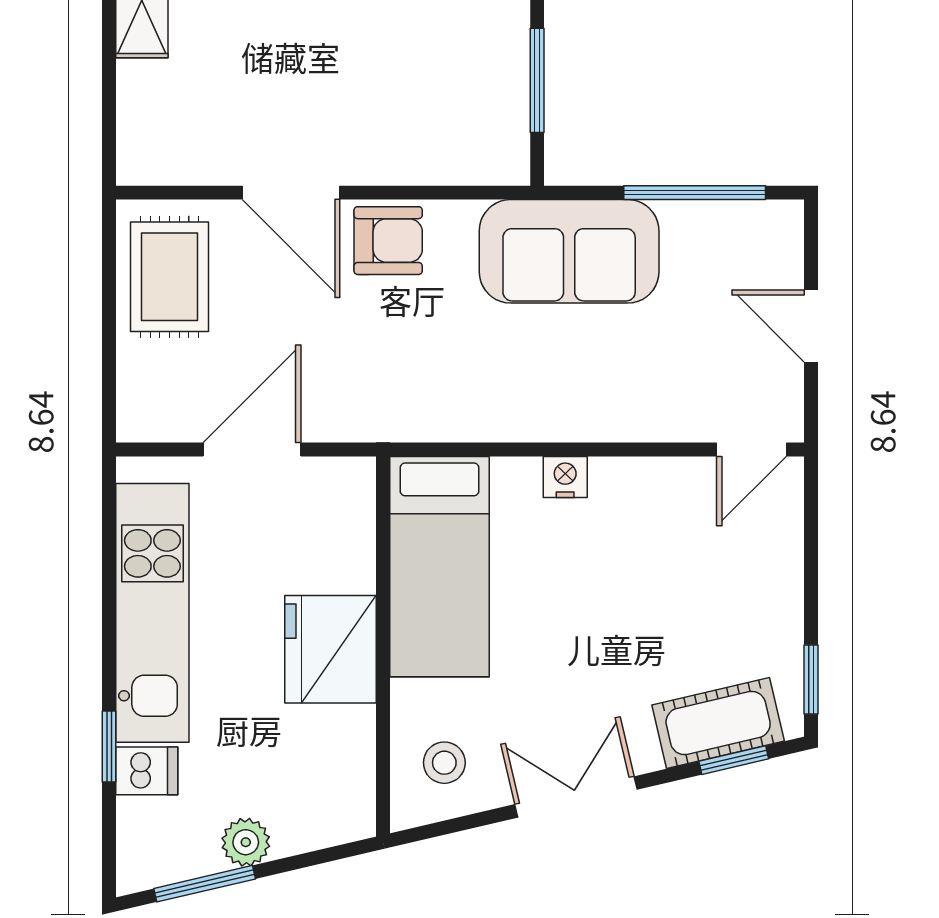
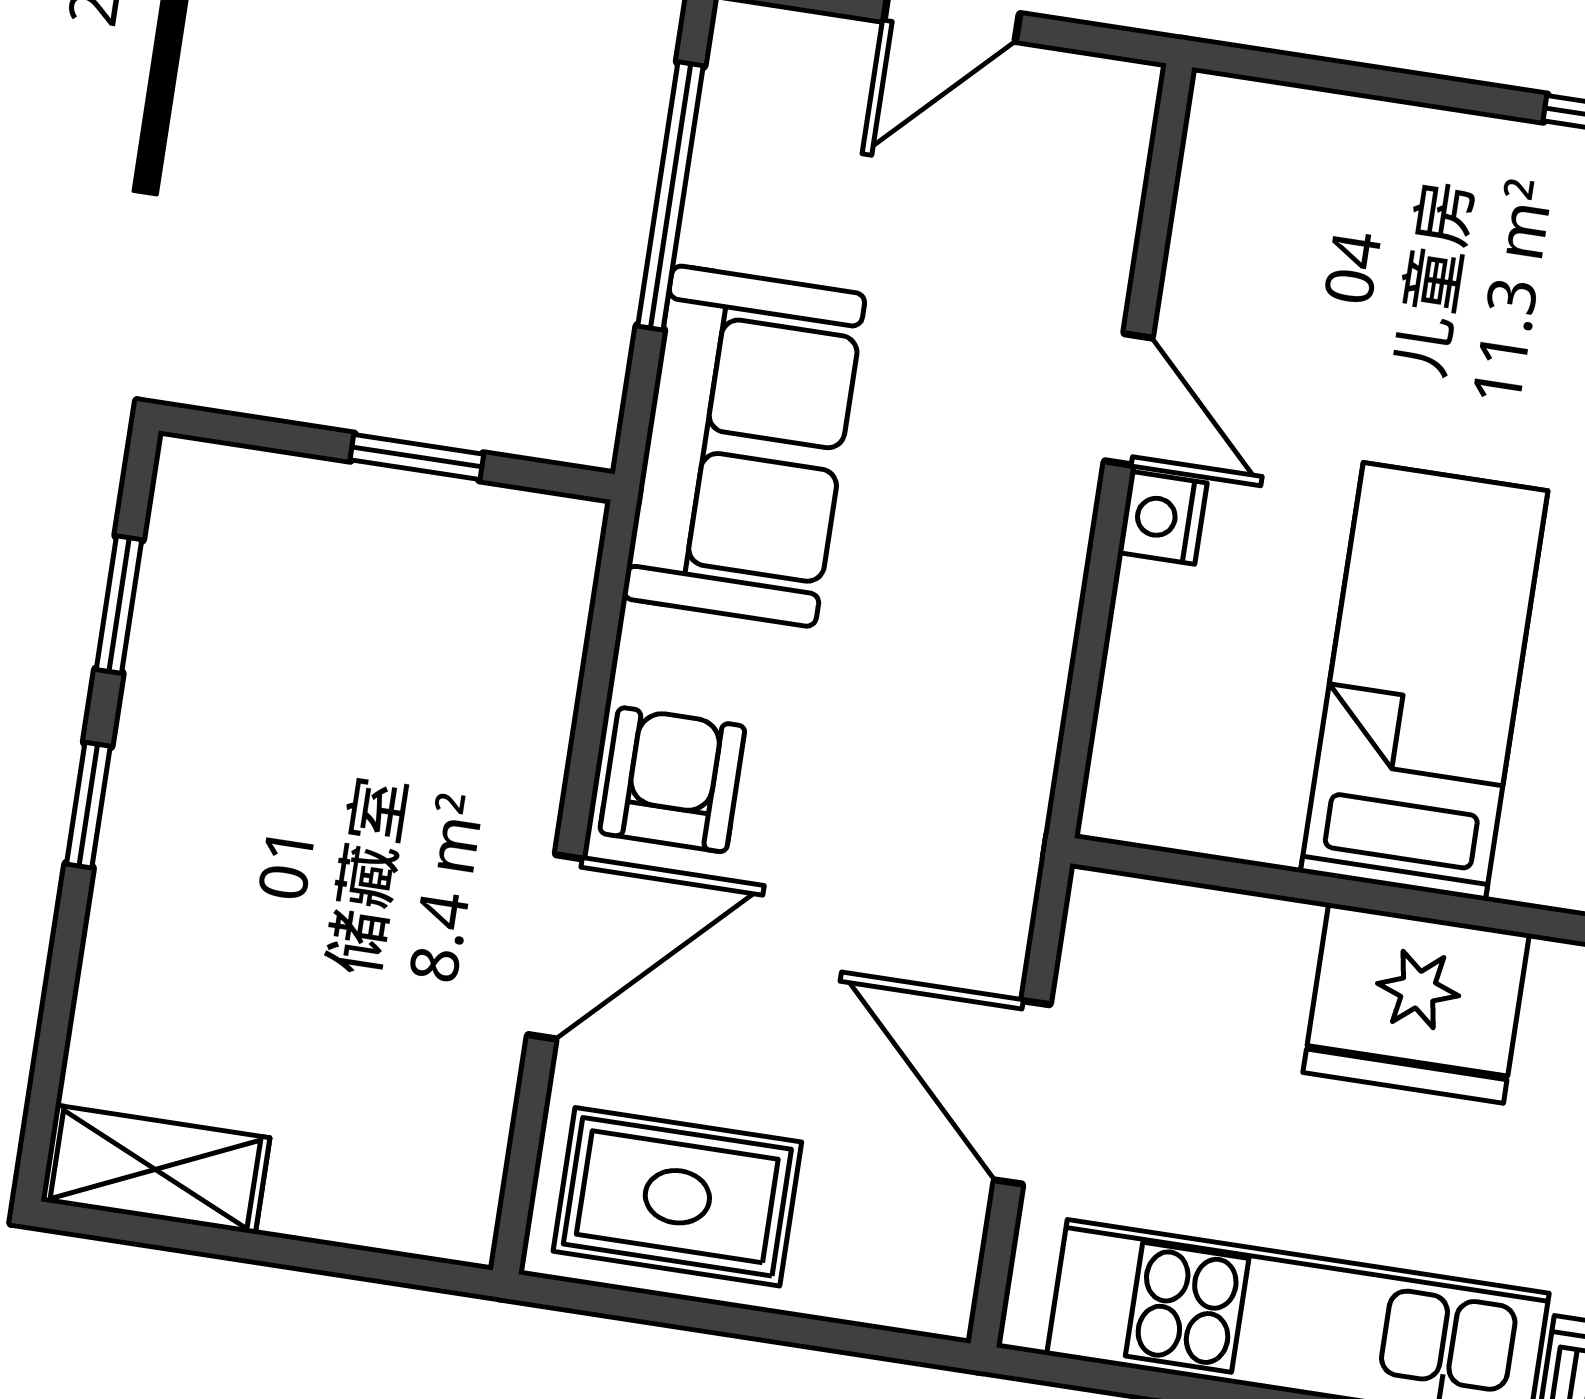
window: (537, 80) -> (417, 457), width x0.67
door: (751, 449) -> (1128, 399), moved
bed: (439, 567) -> (1424, 682), moved, turned -90

